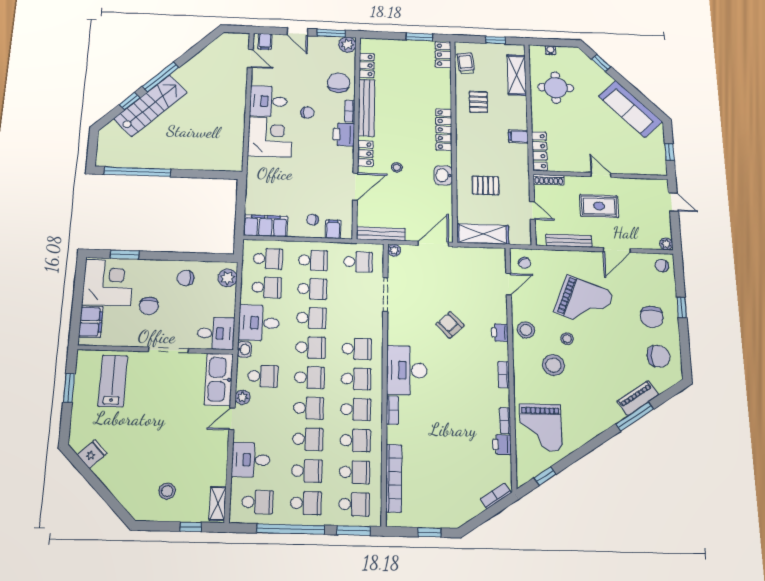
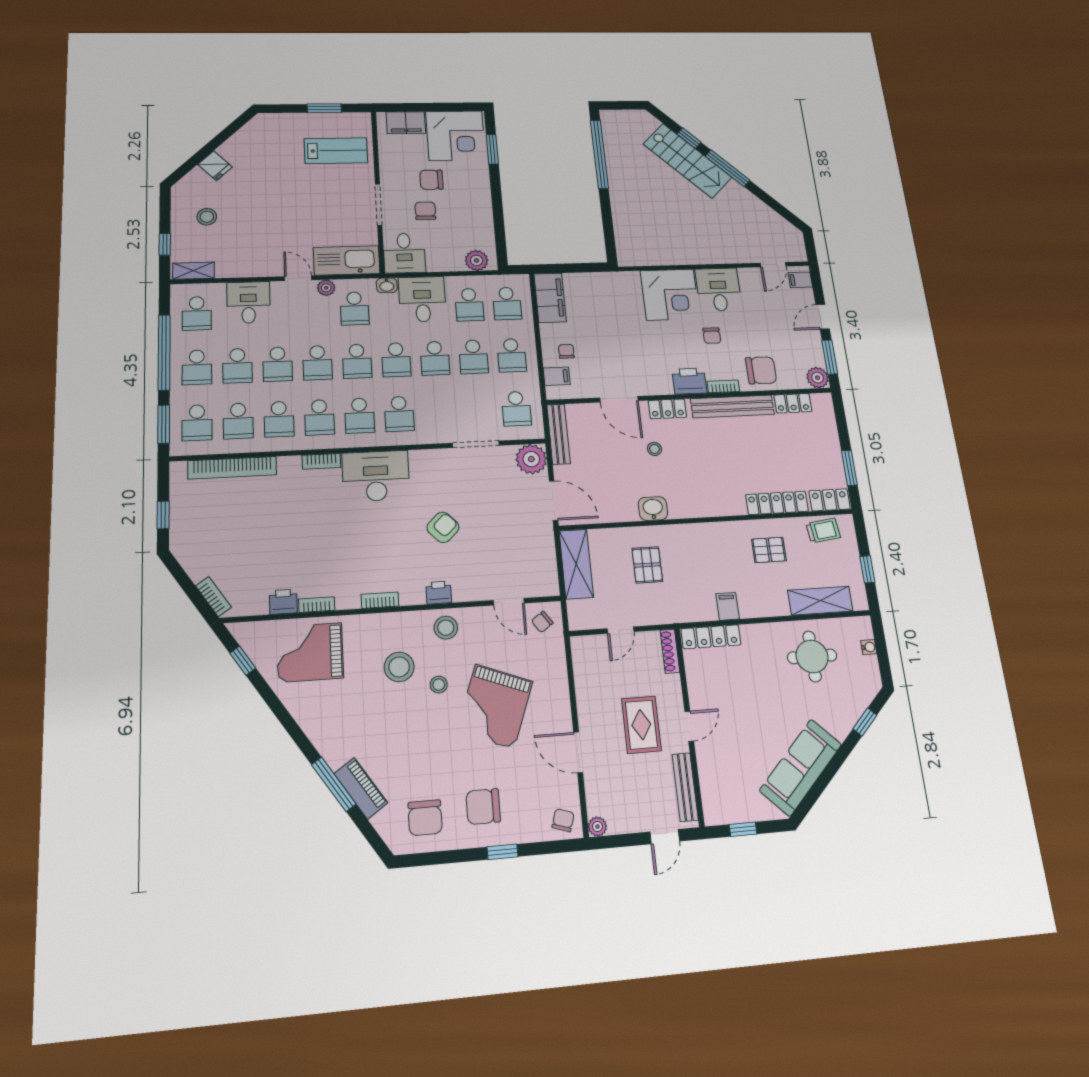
locker: (444, 130) -> (777, 503), moved
bench: (569, 241) -> (685, 787), moved
plant: (394, 250) -> (531, 459), width x1.88, depth x1.88
chair: (185, 278) -> (425, 211), moved
fridge: (92, 454) -> (215, 166), moved

